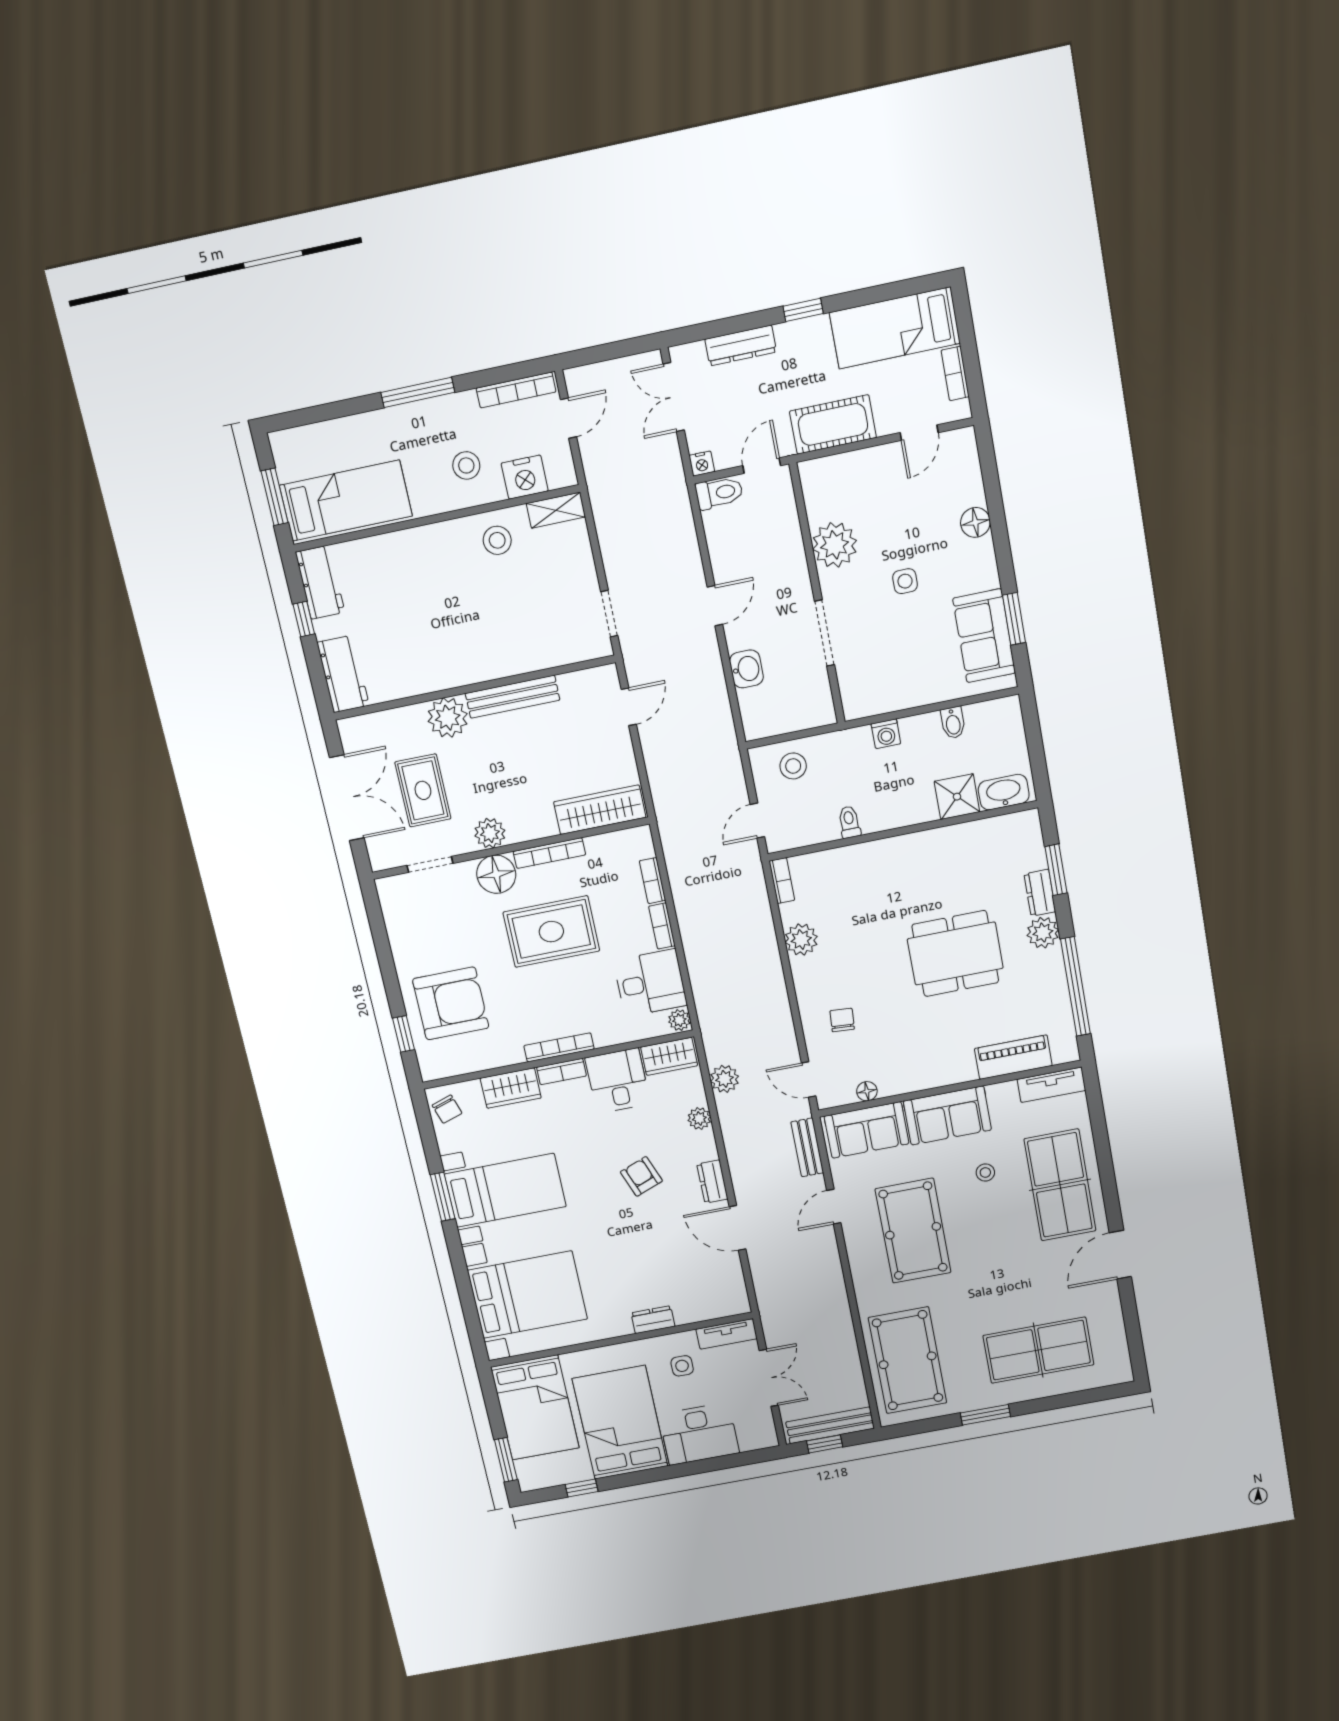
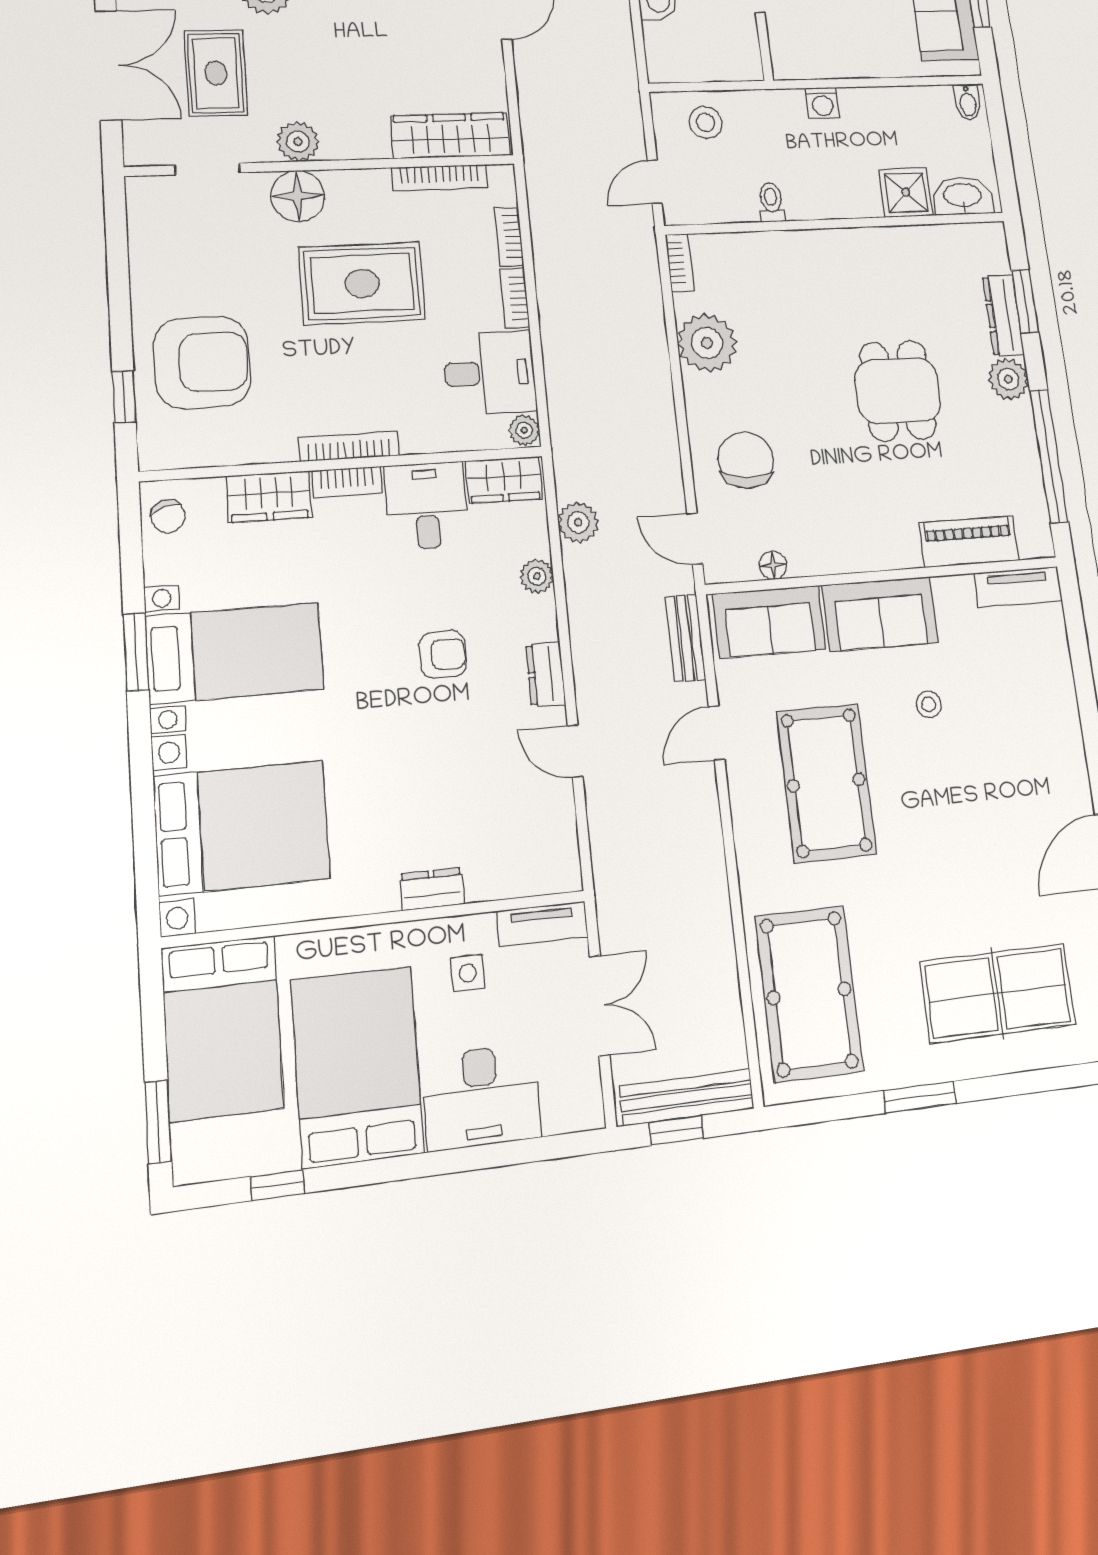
bidet: (953, 723) -> (968, 102), moved
bookcase: (549, 853) -> (440, 178), moved
dresser: (1040, 893) -> (1003, 315), width x1.44
plant: (801, 940) -> (707, 343), width x1.36, depth x1.36
dining table: (955, 954) -> (898, 391), width x0.73
chair: (842, 1020) -> (746, 460), width x1.87, depth x1.87
armchair: (641, 1176) -> (443, 654), turned 111
table tennis table: (1060, 1185) -> (1029, 734), removed
door: (737, 1228) -> (575, 751), width x0.73

